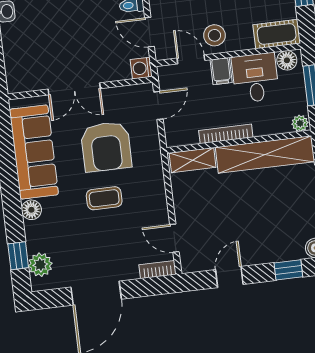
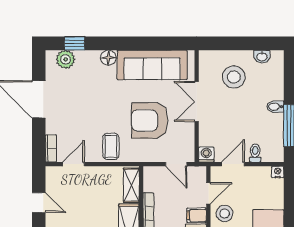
stool: (37, 45) -> (234, 77), added
coffee table: (104, 198) -> (111, 146), moved

